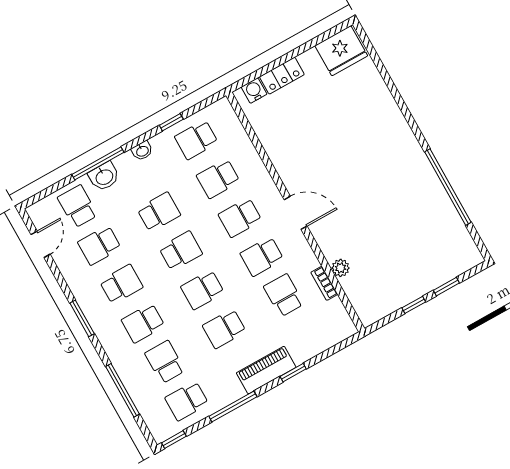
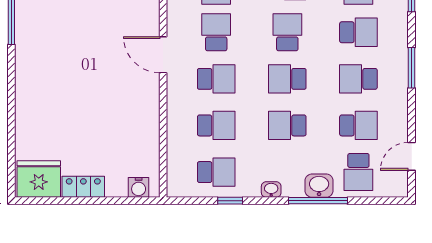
locker: (282, 76) -> (83, 187), moved
school desk: (262, 256) -> (216, 32), turned -90
school desk: (202, 290) -> (287, 32), turned -90

